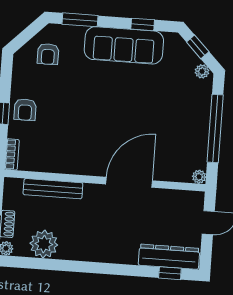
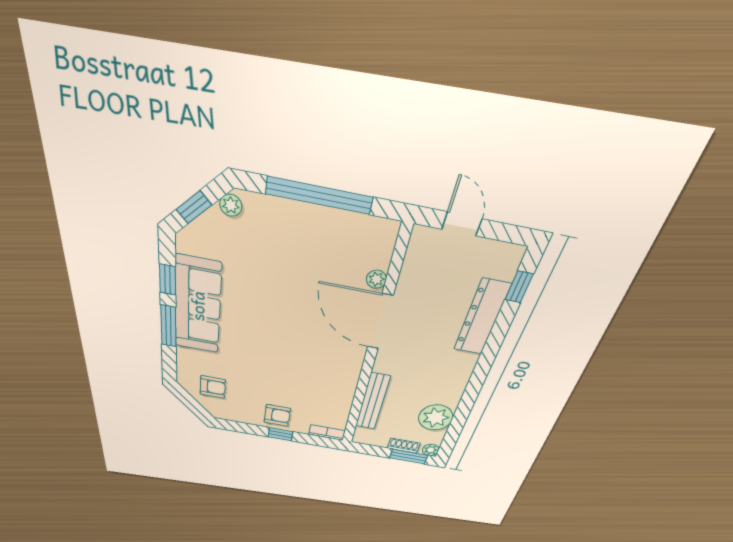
window: (80, 20) -> (169, 326), moved
plant: (199, 177) -> (376, 279), moved
dresser: (169, 257) -> (482, 318), moved

